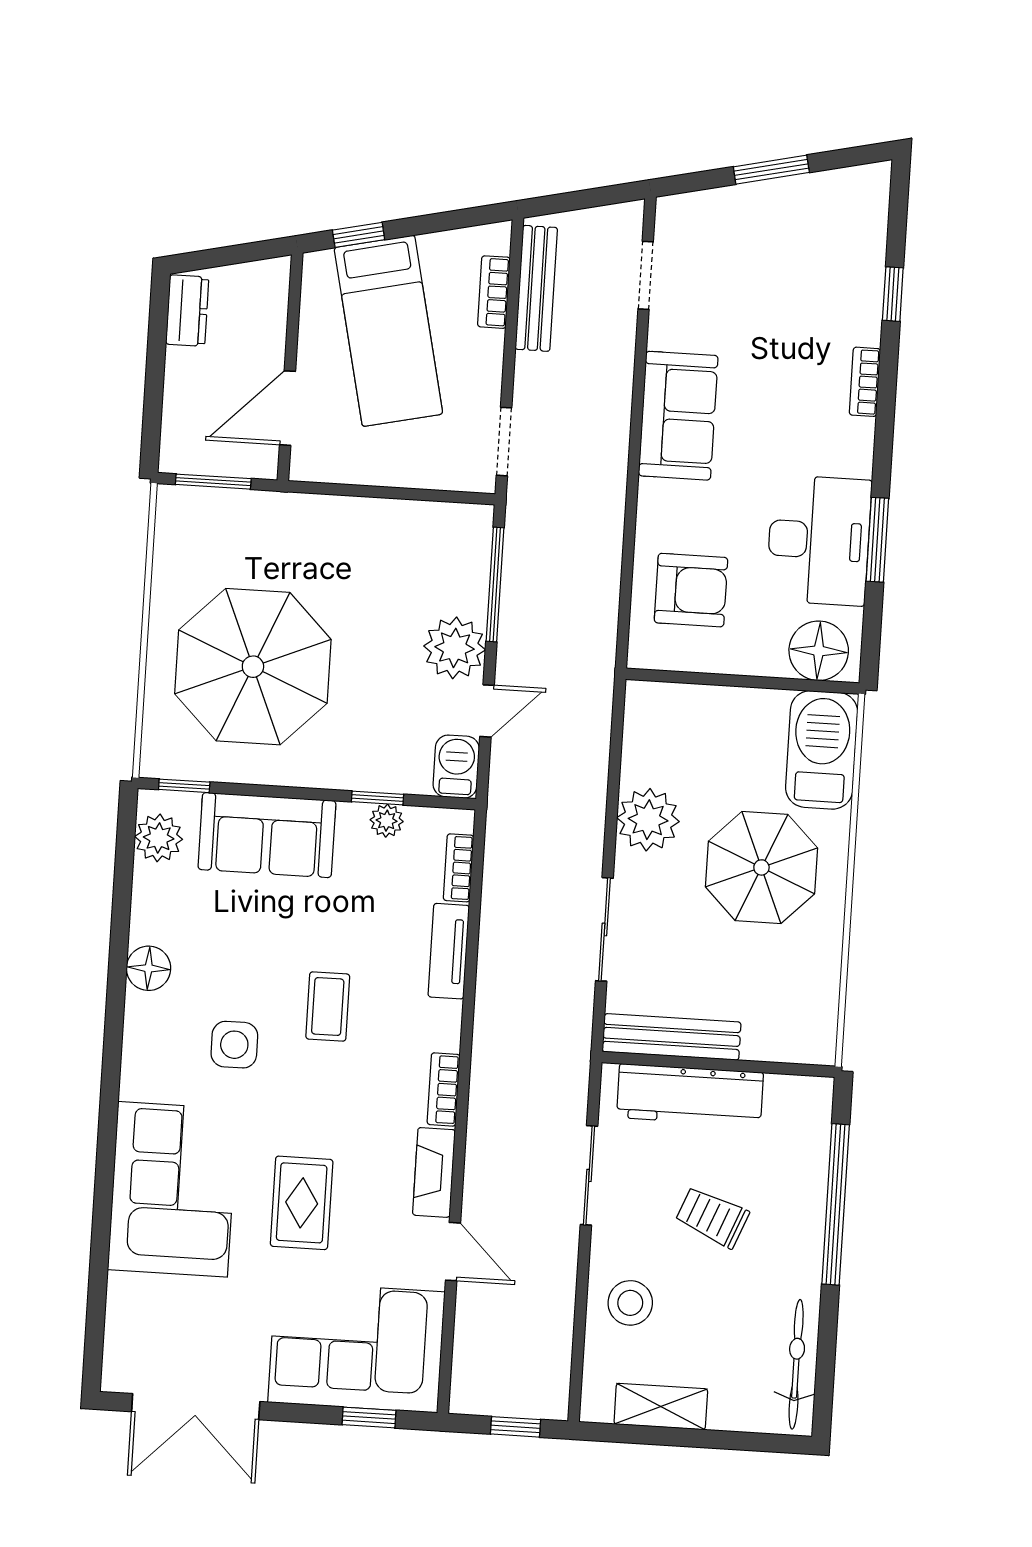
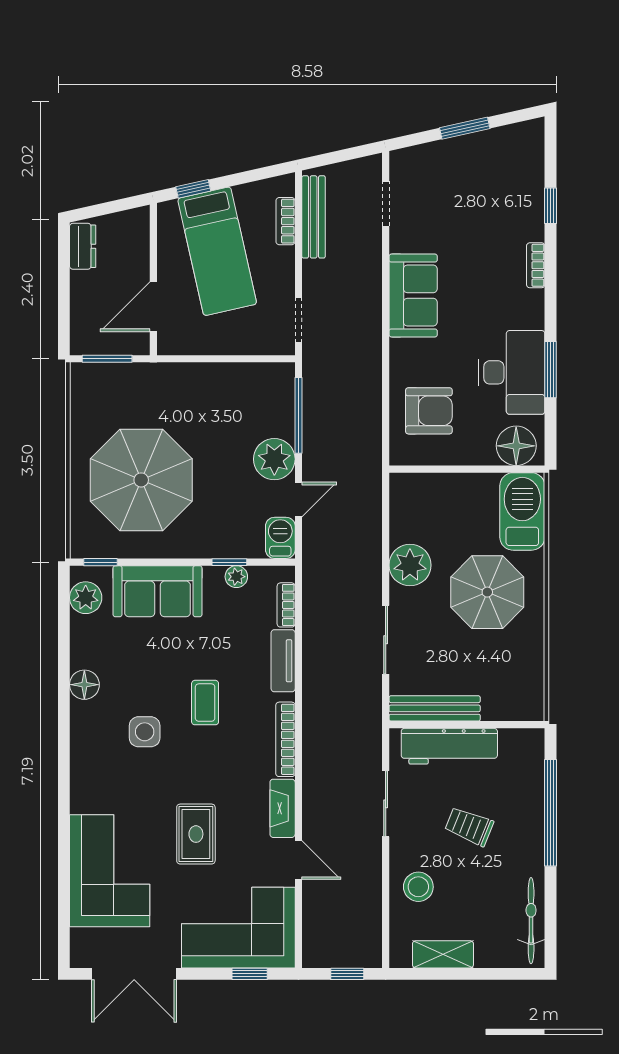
bookcase: (444, 1089) -> (285, 739), width x1.56
corner sofa: (173, 1189) -> (110, 871), moved

